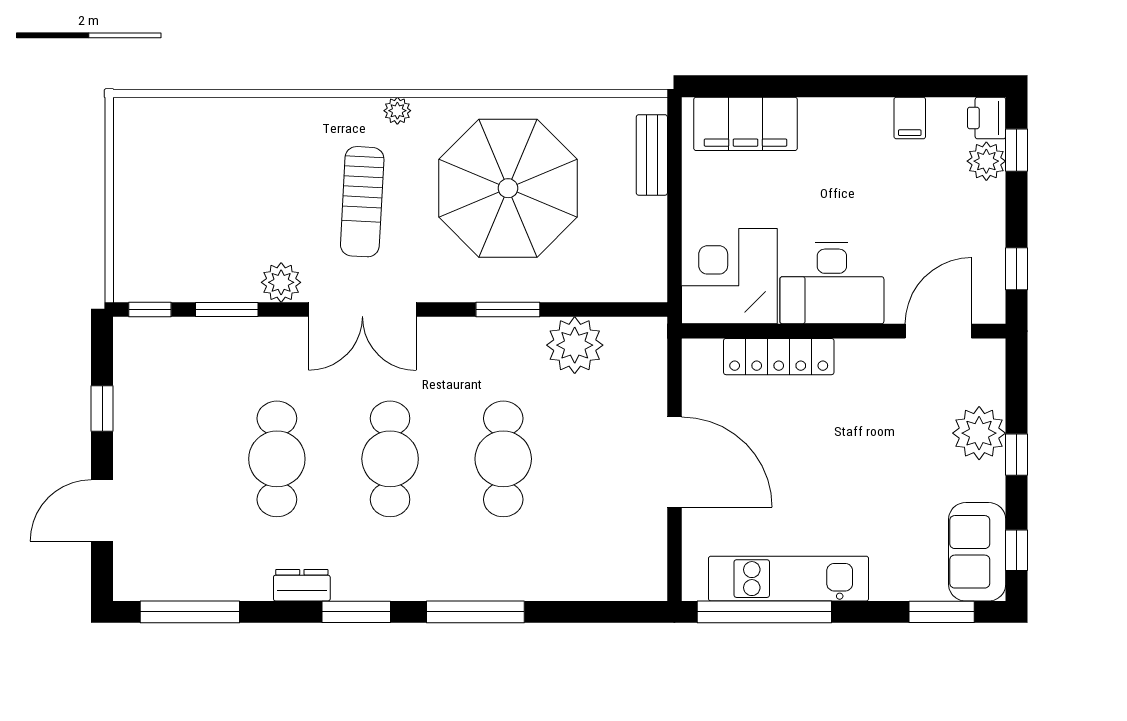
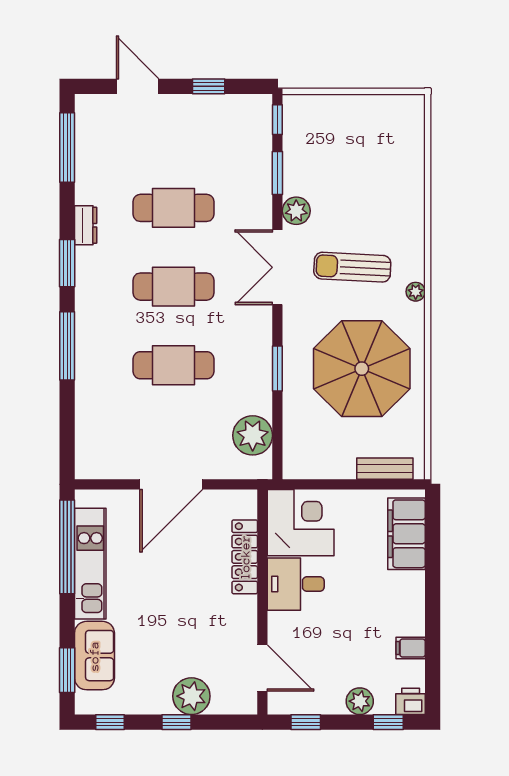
plant: (986, 161) -> (360, 701), moved
desk: (832, 283) -> (296, 584), width x0.73
plant: (575, 345) -> (253, 435), moved
sofa: (977, 552) -> (94, 656), moved, turned 90

